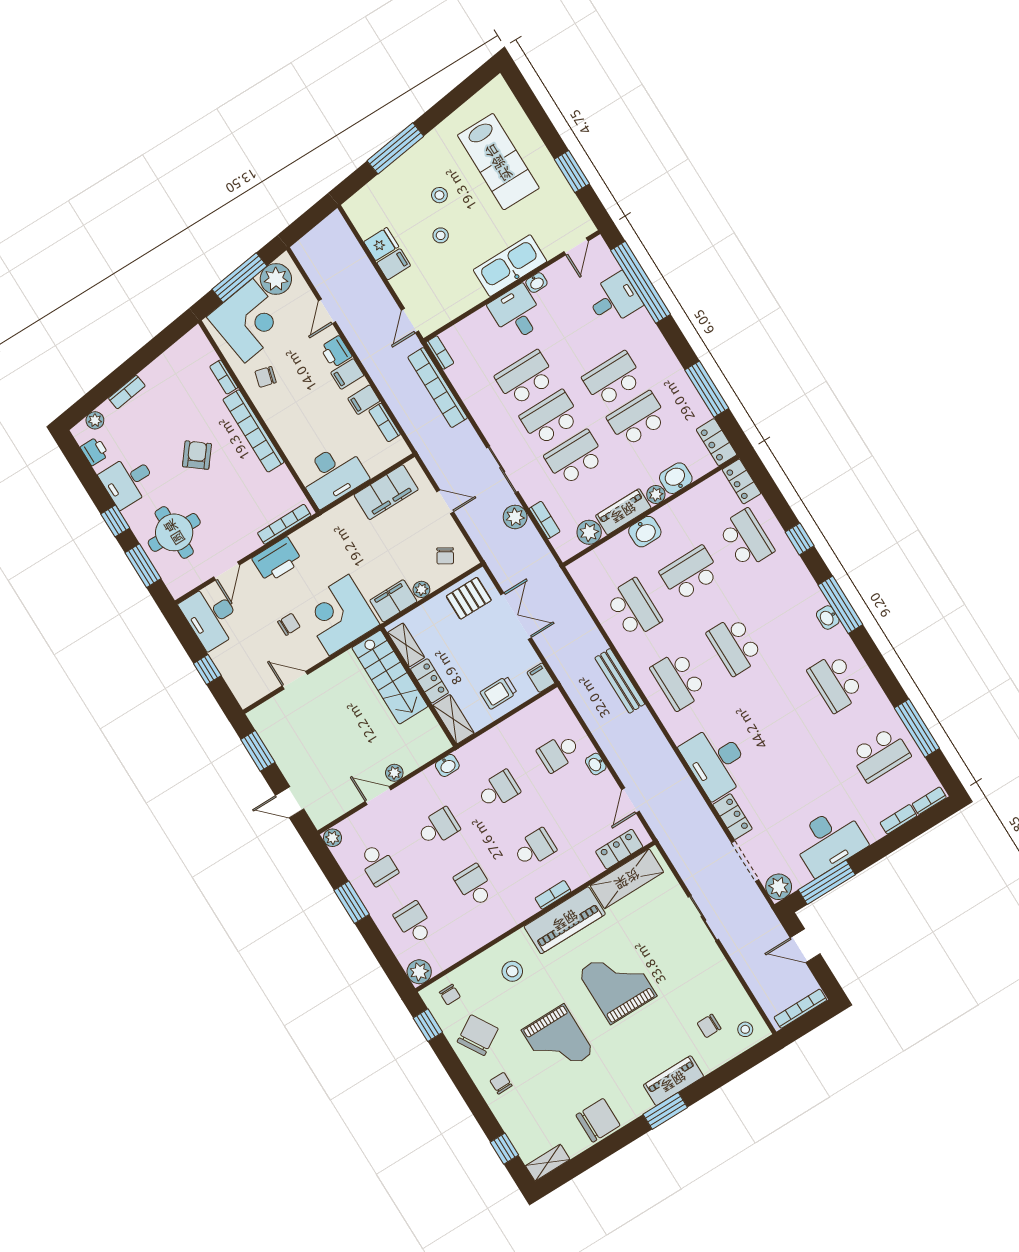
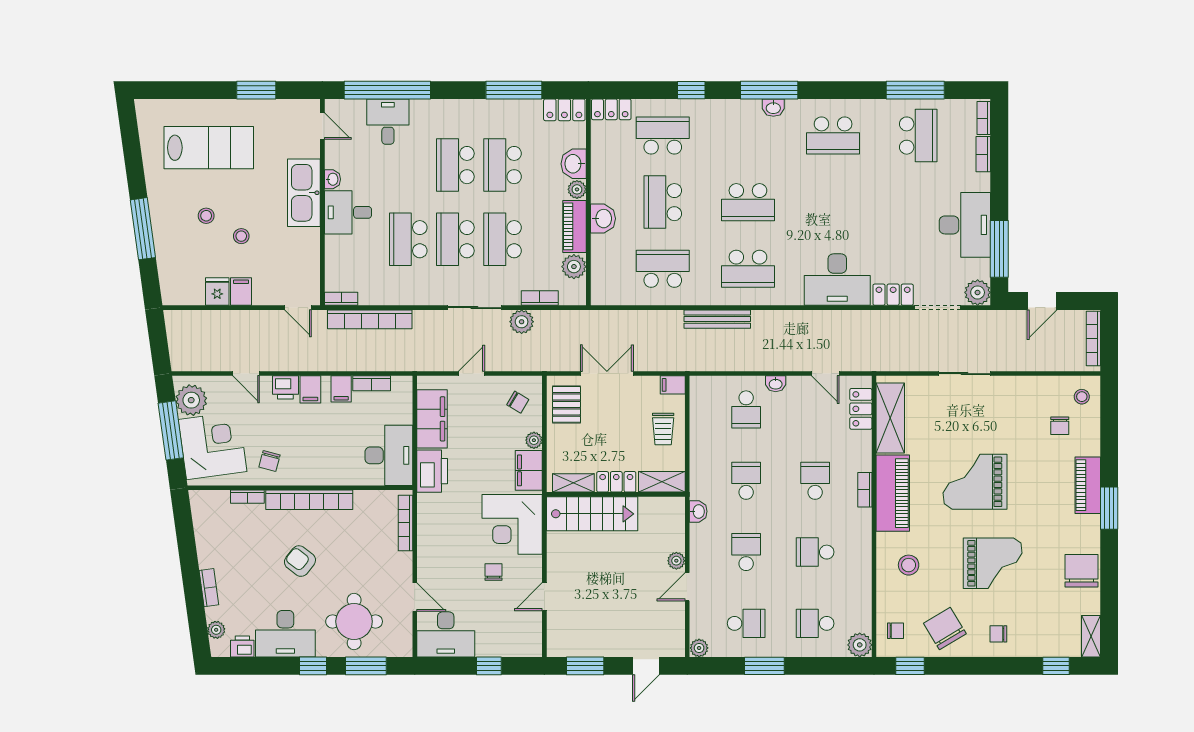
desk: (128, 481) -> (285, 634), width x1.37
printer: (277, 560) -> (432, 471), moved

